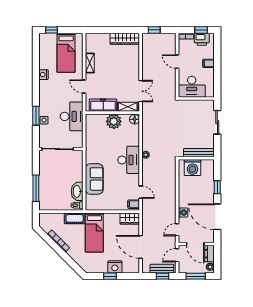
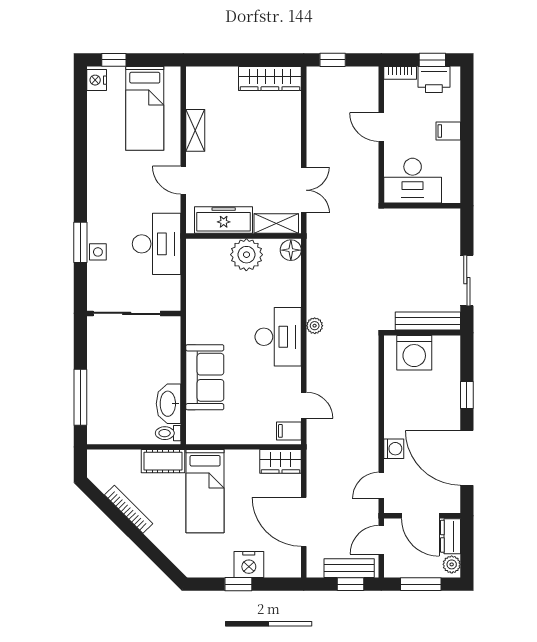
nightstand: (43, 75) -> (97, 80), moved
sliding door: (217, 122) -> (467, 281), moved

